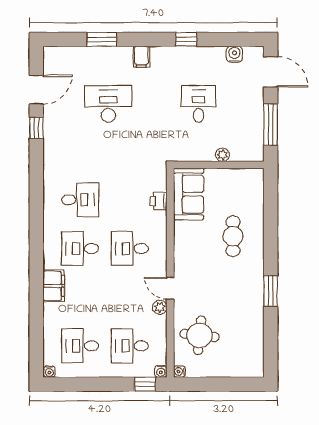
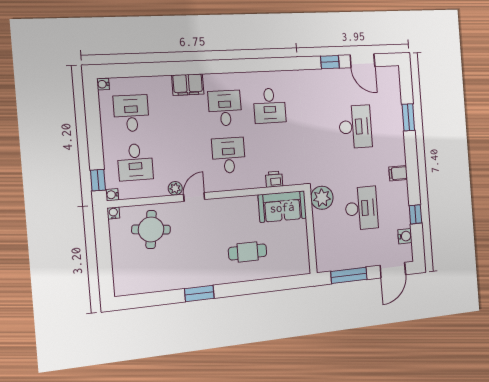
window: (186, 39) -> (415, 214), moved
filing cabinet: (141, 57) -> (398, 173), moved
desk: (198, 104) -> (361, 208), width x1.37
plant: (222, 155) -> (322, 198), moved, width x1.88, depth x1.88
desk: (130, 346) -> (135, 162), turned 180

